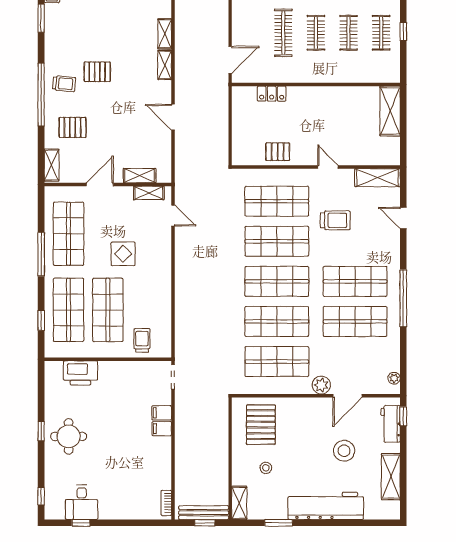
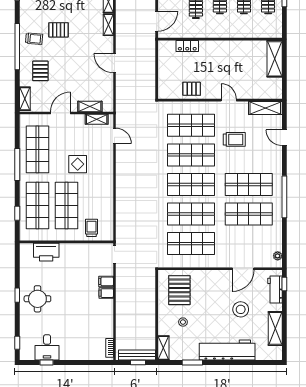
pallet: (73, 127) -> (40, 71), turned 90
plant: (321, 385) -> (224, 261), removed

